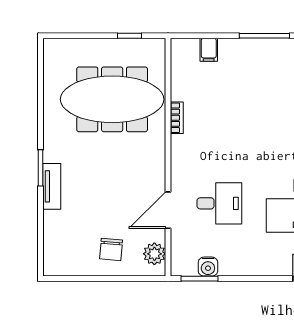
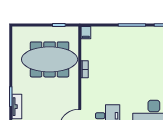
filing cabinet: (209, 50) -> (86, 33), moved

